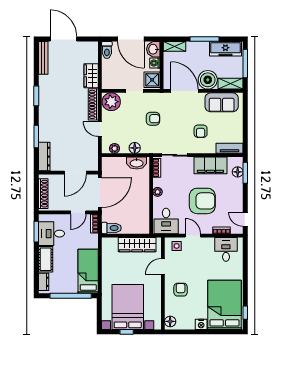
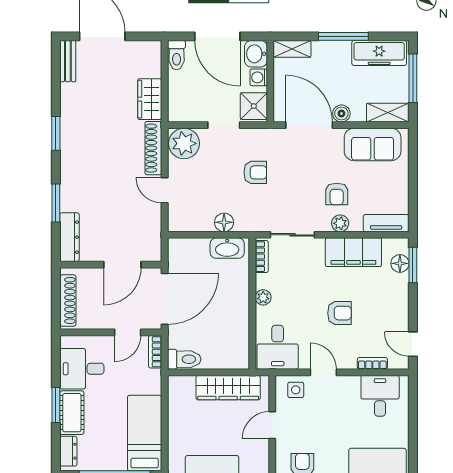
bench: (43, 58) -> (68, 61), width x0.73
boiler: (208, 80) -> (341, 114), width x0.54, depth x0.54
plant: (115, 148) -> (340, 223), moved
armchair: (202, 201) -> (340, 313), width x0.53, depth x0.53
window: (36, 232) -> (56, 405), moved

